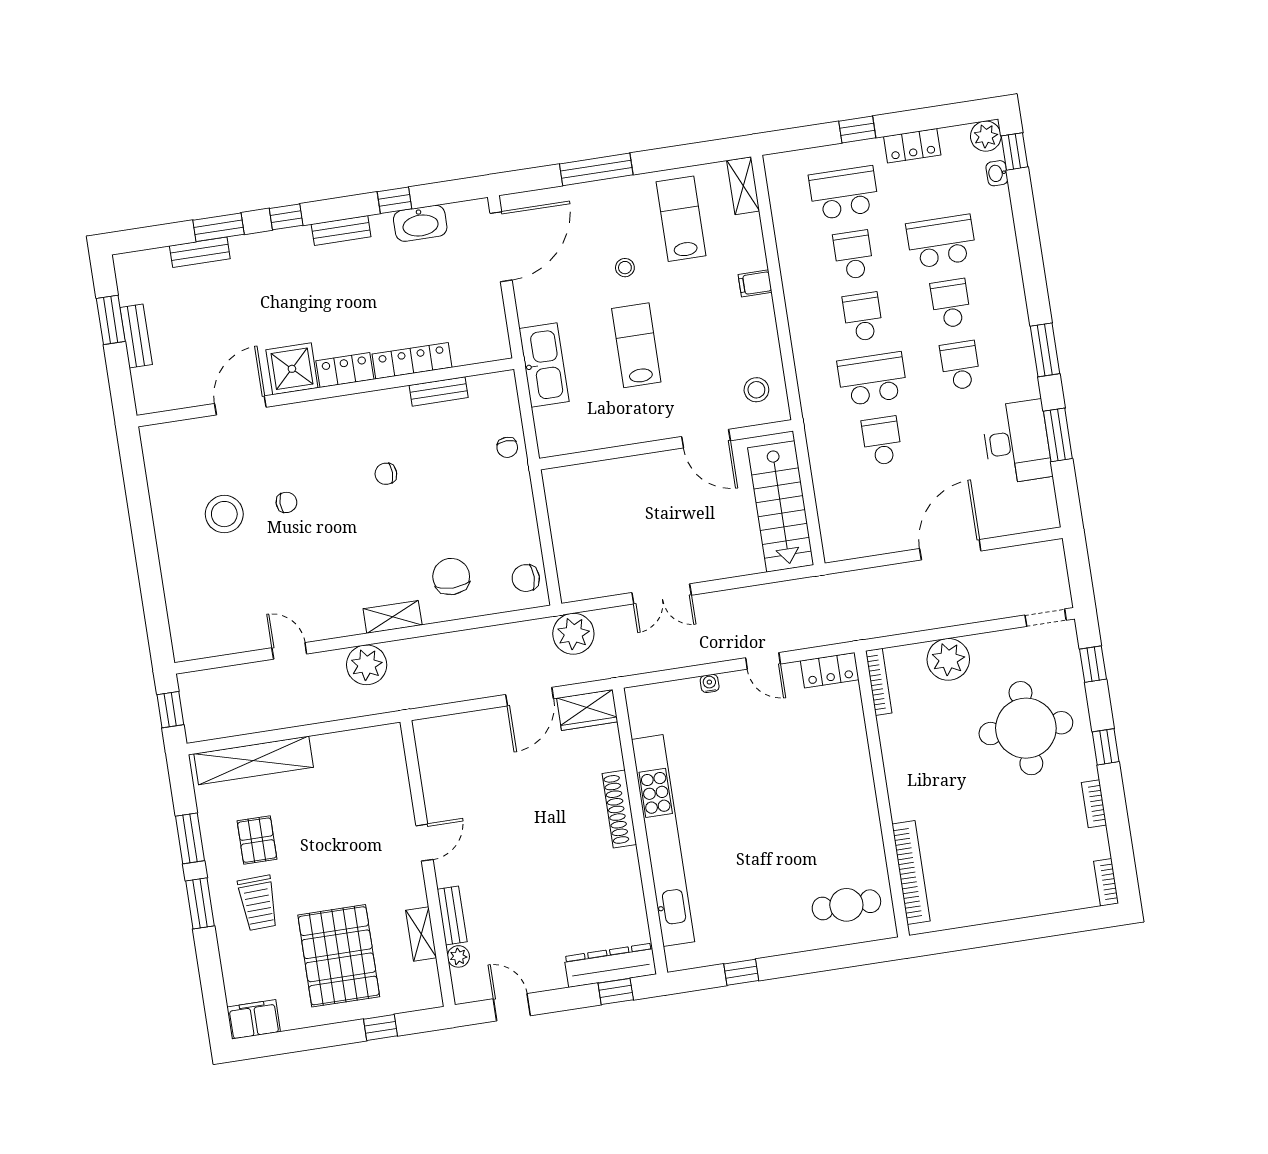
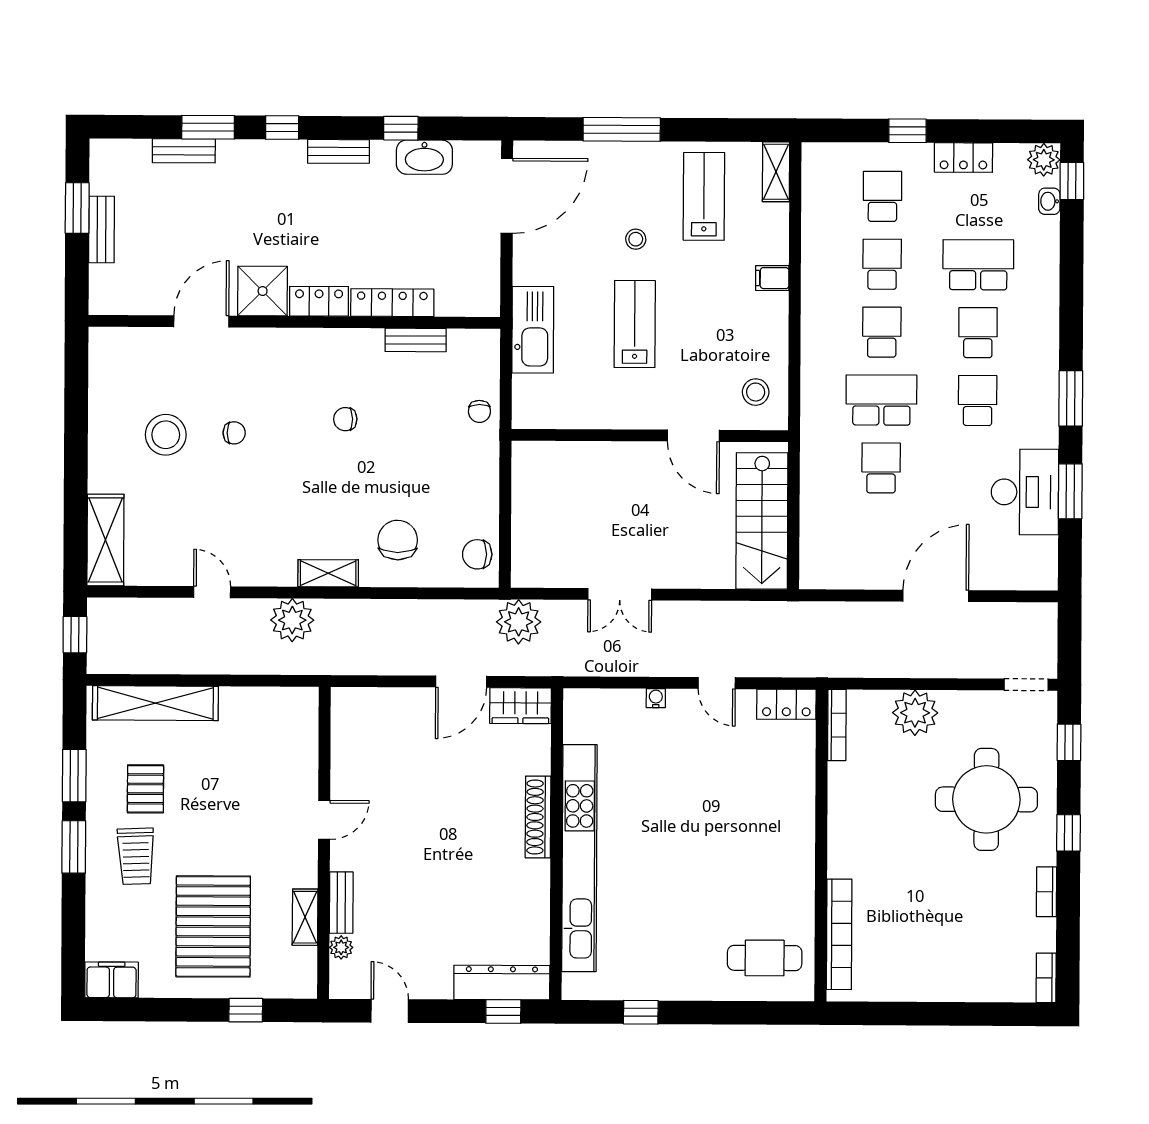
school desk: (844, 193) -> (882, 196), width x0.54
shelving: (185, 619) -> (105, 540), added

